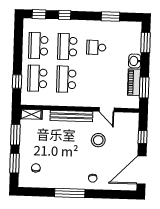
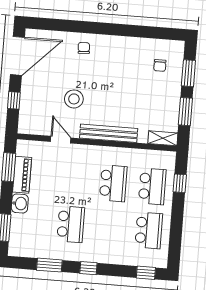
window: (65, 15) -> (88, 268), moved
school desk: (67, 46) -> (110, 227), removed
school desk: (96, 47) -> (71, 224), width x1.85
window: (70, 193) -> (116, 30), removed

